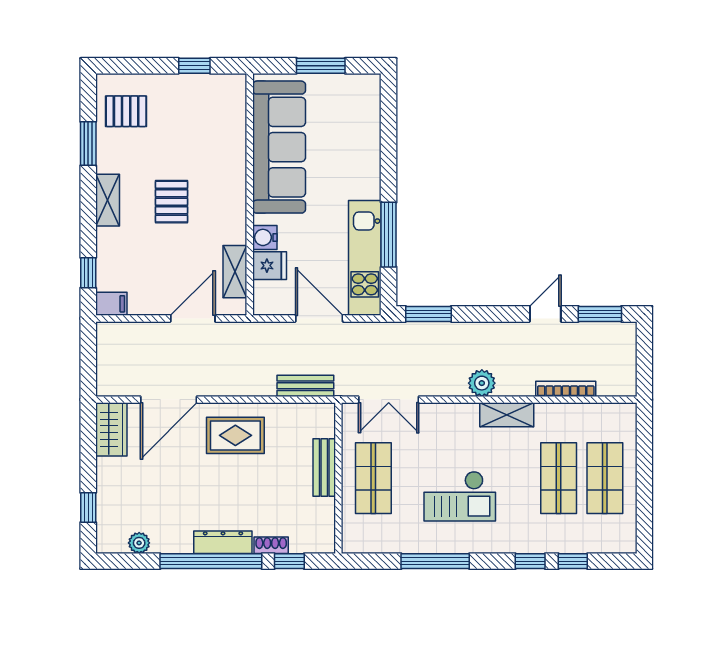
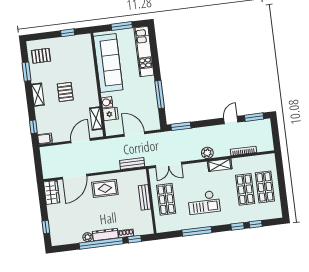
kitchen unit: (365, 258) -> (144, 52), moved
plant: (139, 543) -> (88, 237), moved

